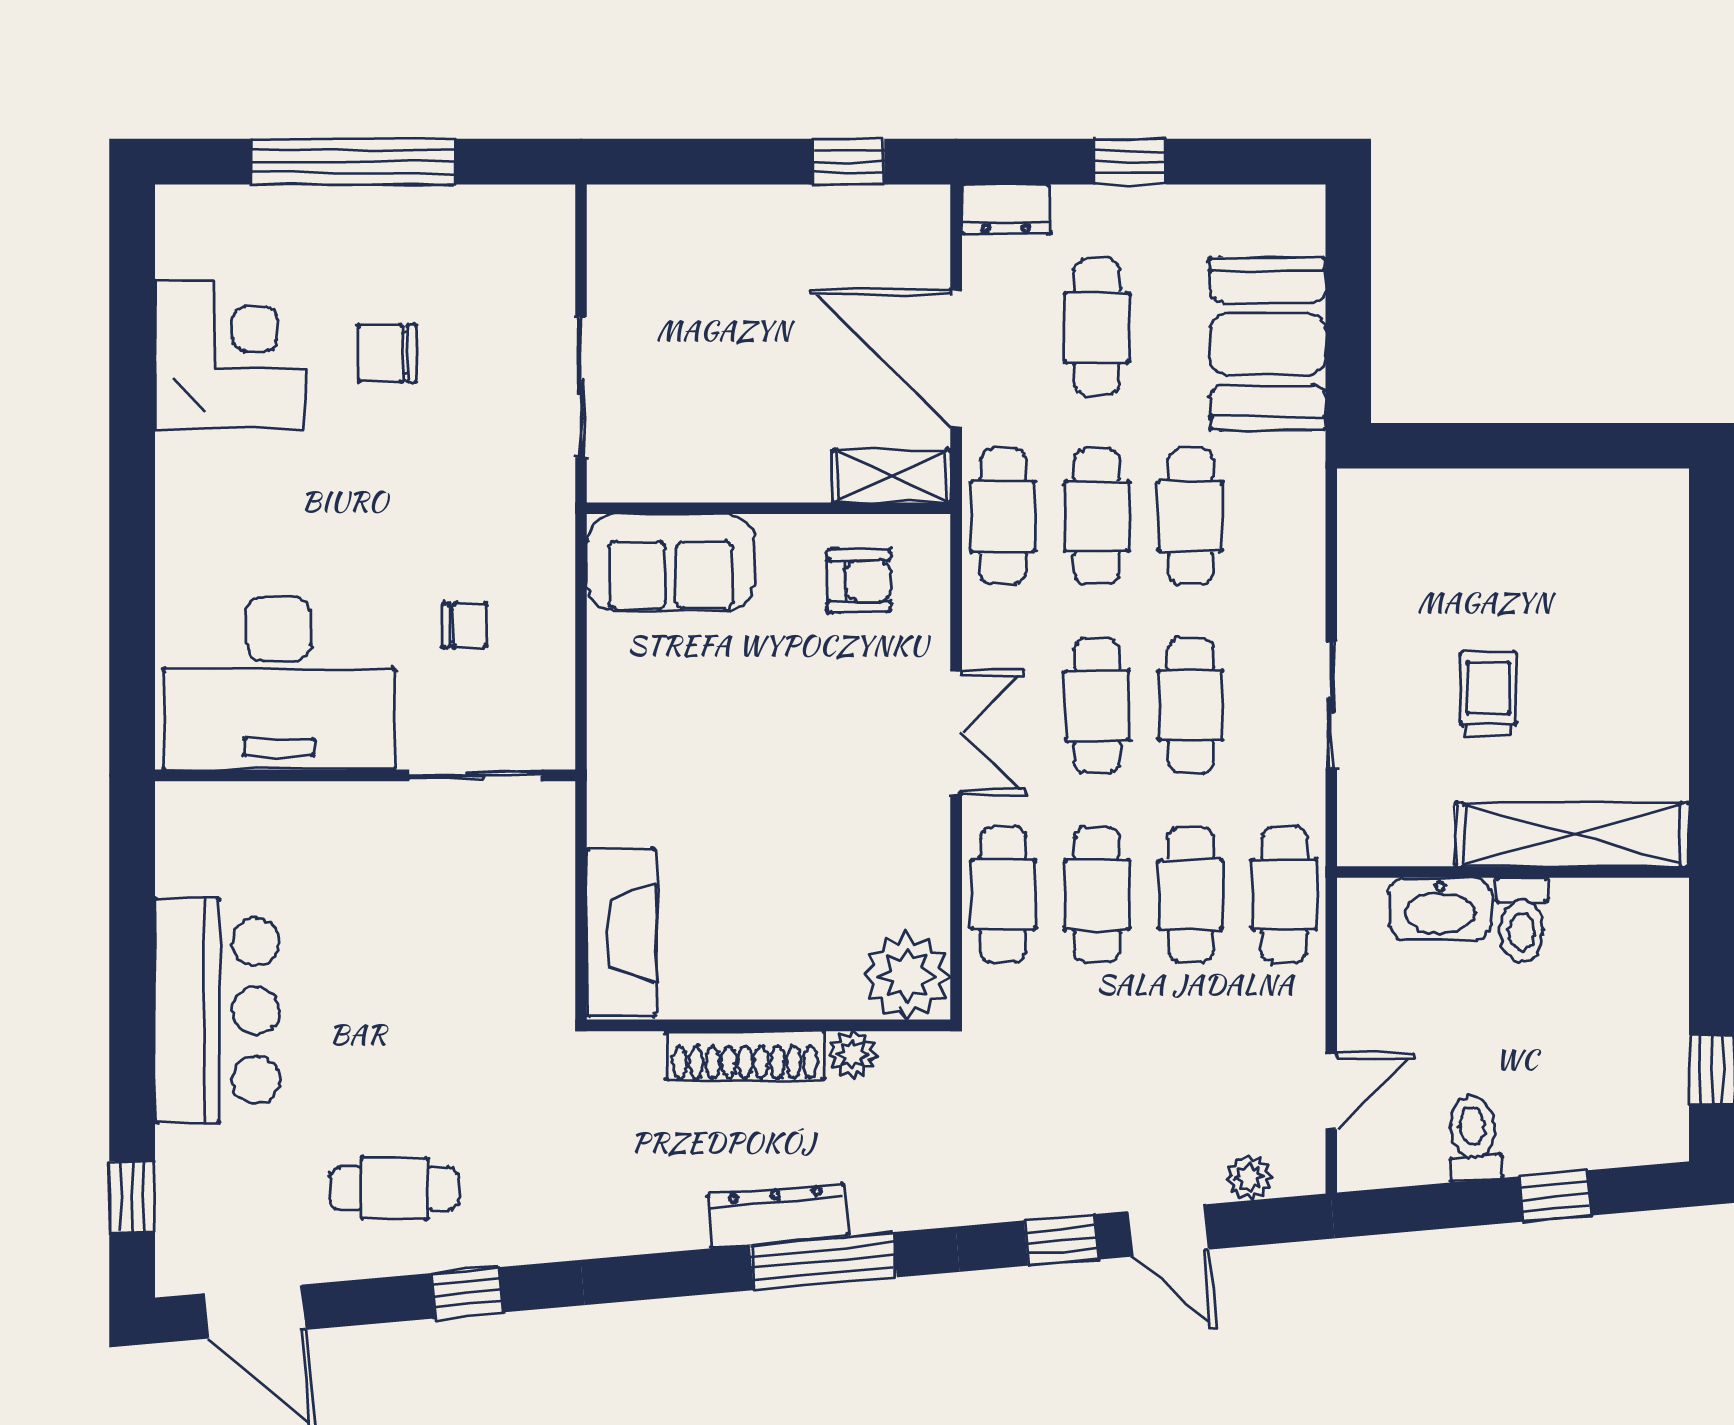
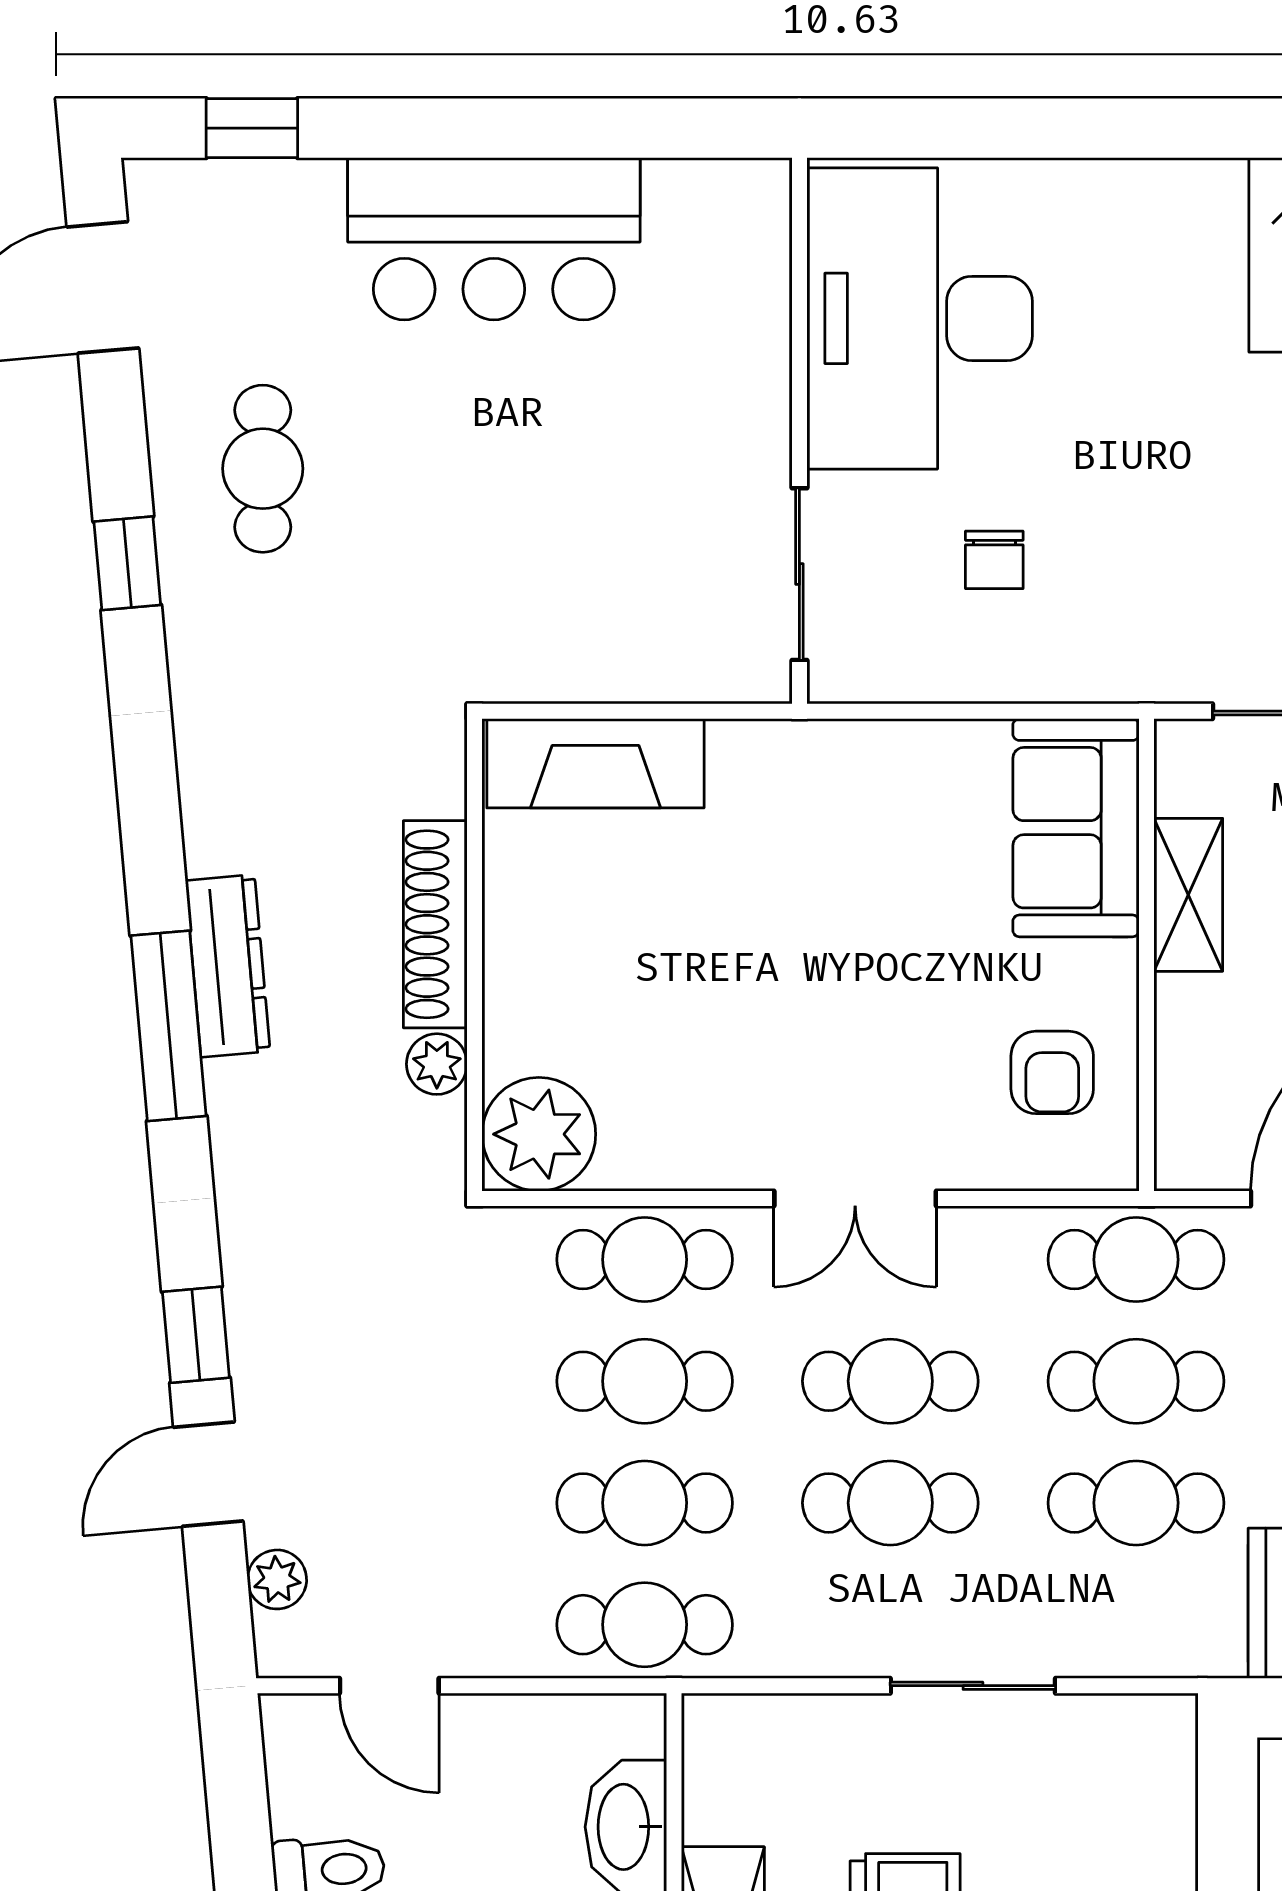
shelving: (892, 476) -> (1188, 895), moved
sliding door: (1331, 705) -> (973, 1686), moved

